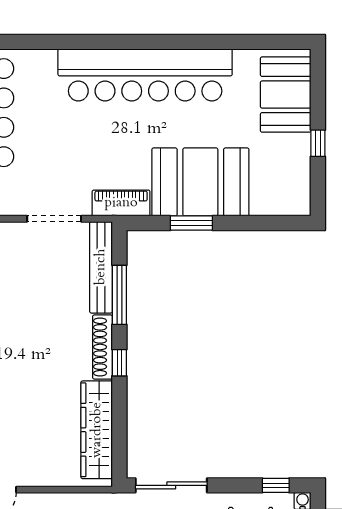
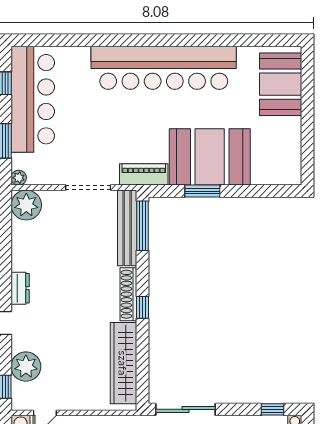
window: (318, 143) -> (308, 125), removed
window: (119, 295) -> (142, 226), moved

